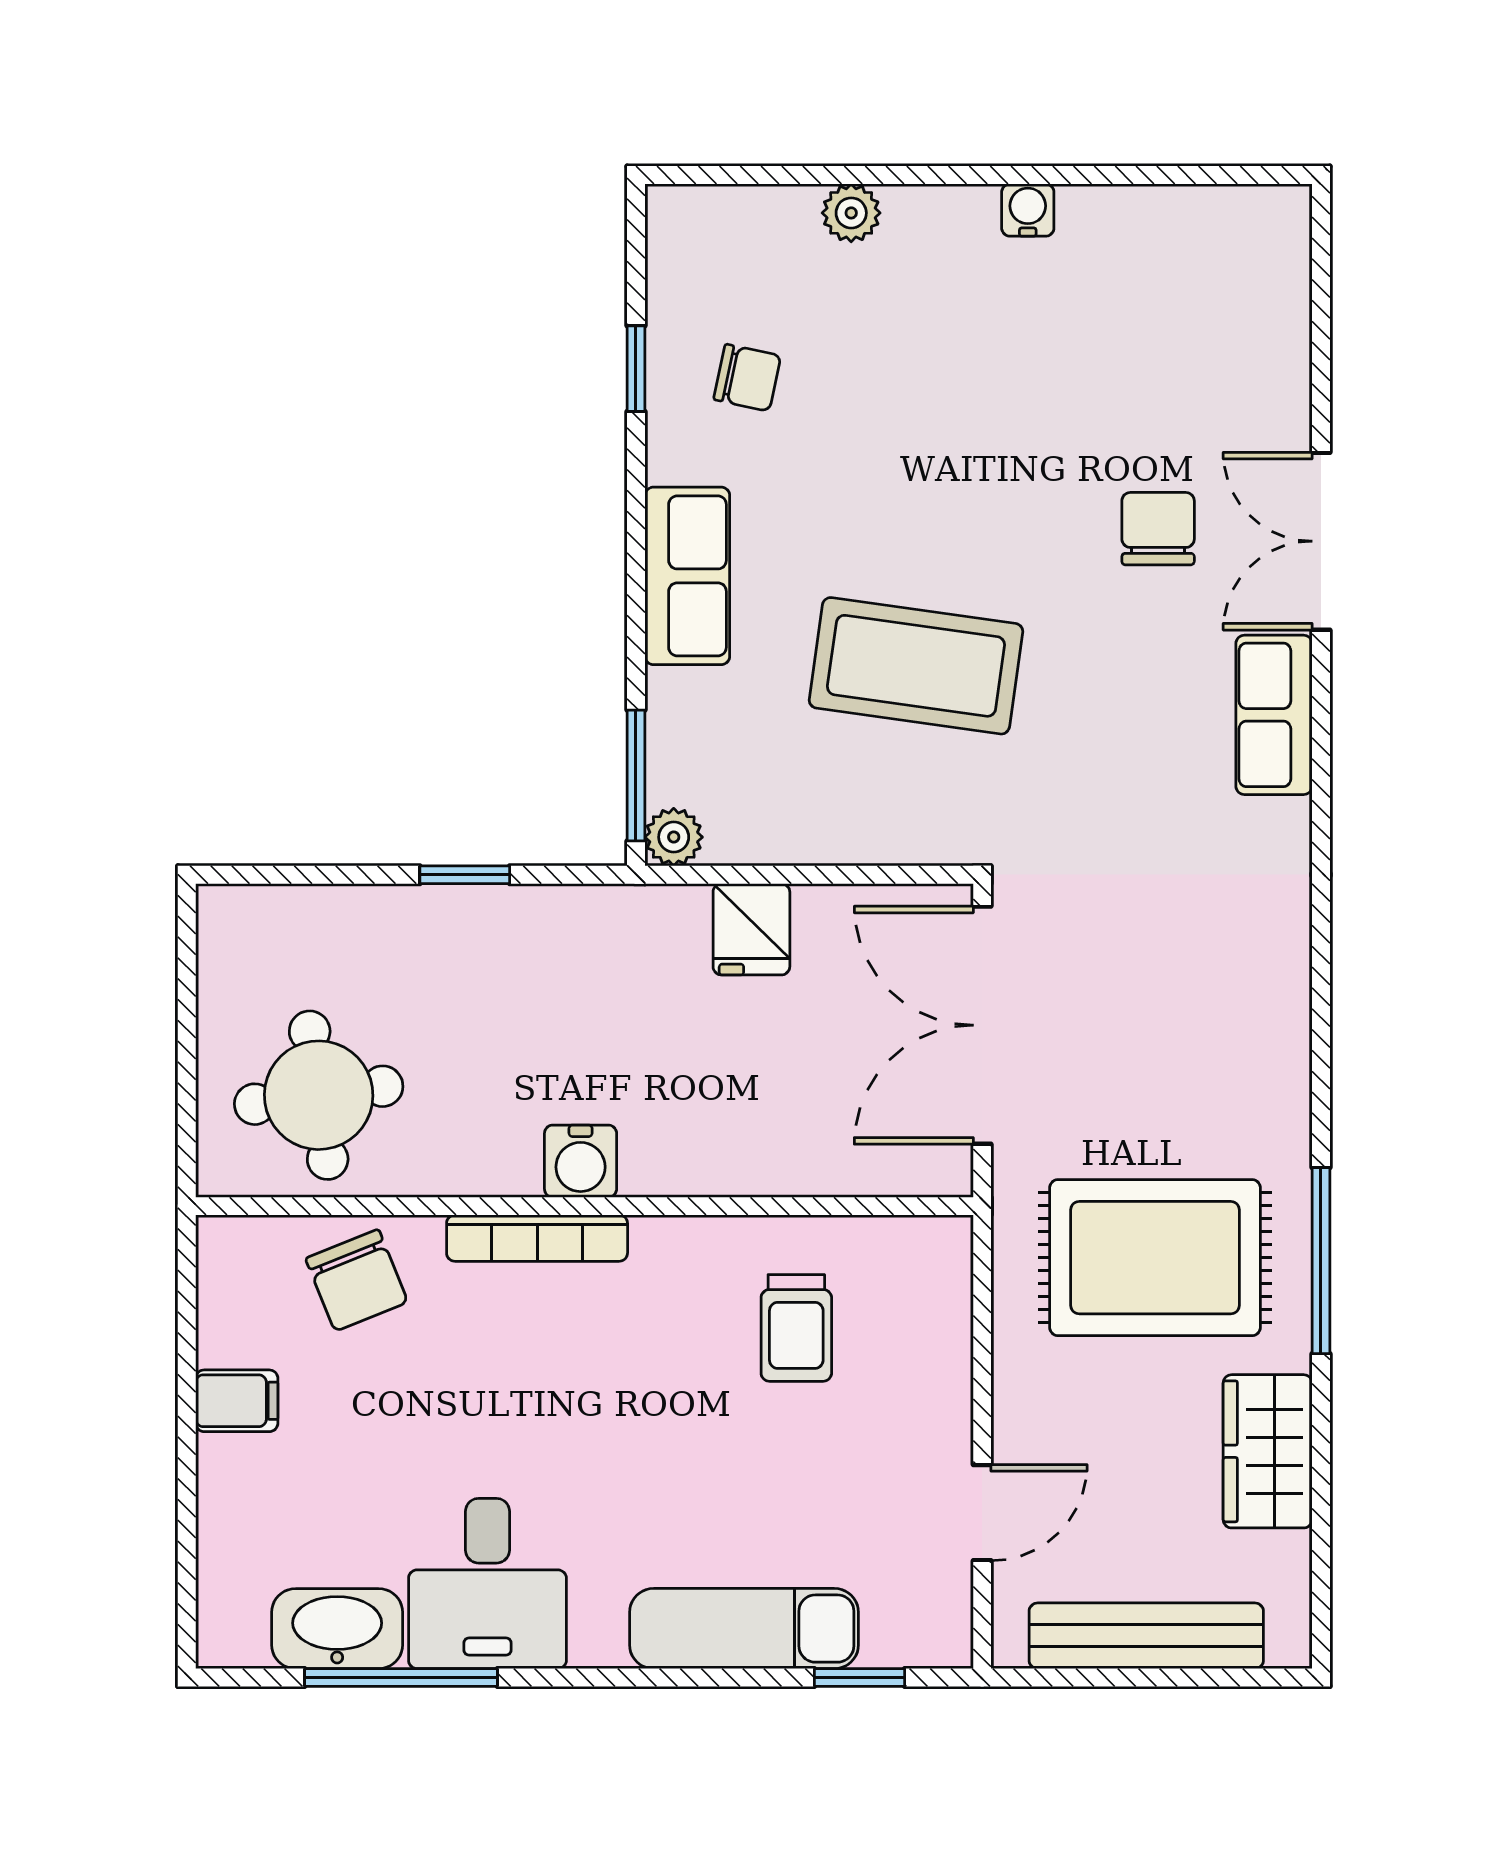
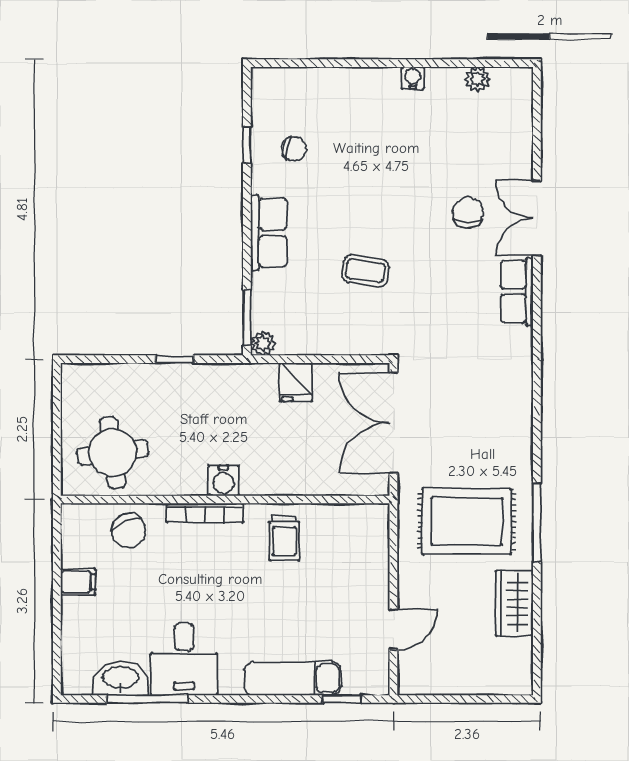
plant: (851, 213) -> (478, 79), moved
coffee table: (916, 666) -> (365, 271), width x0.54, depth x0.58
trolley: (796, 1328) -> (284, 538), moved
bench: (1146, 1636) -> (463, 681), removed

